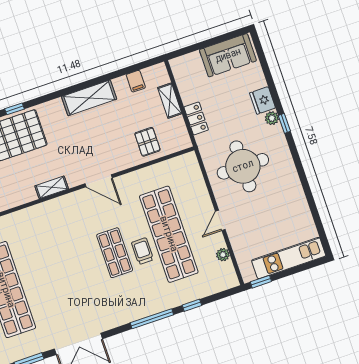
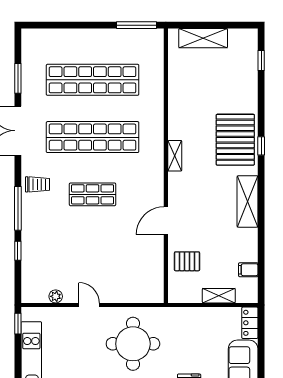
shelving: (89, 98) -> (248, 201), moved
locker: (196, 118) -> (250, 323), moved, turned 90
door: (99, 181) -> (166, 221), moved
shop shelf: (169, 234) -> (93, 137), moved
trolley: (142, 251) -> (38, 184), moved

